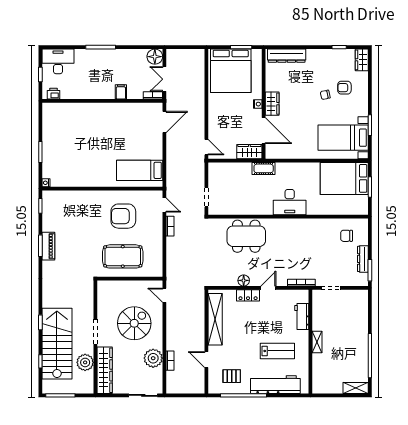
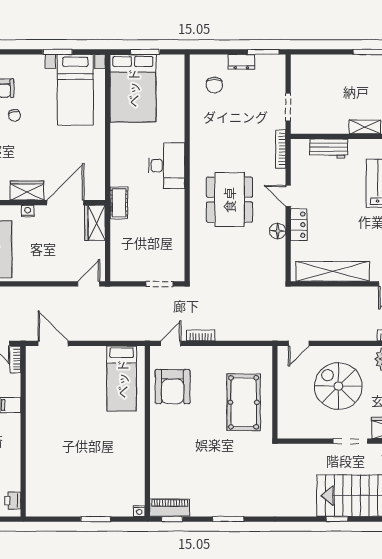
armchair: (123, 216) -> (173, 387), moved
dining table: (246, 236) -> (229, 200), moved
piano: (48, 246) -> (170, 508), moved
dresser: (363, 259) -> (241, 62), width x0.70

